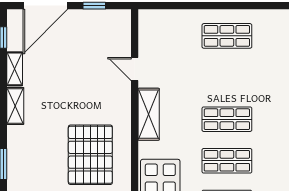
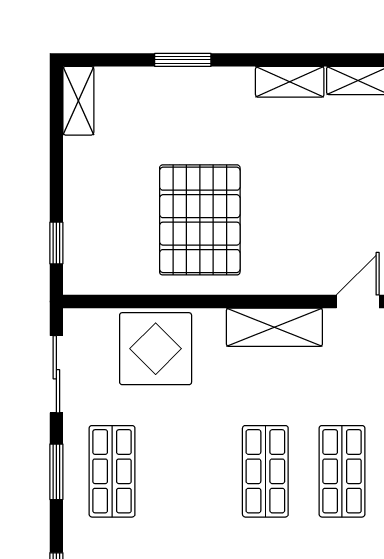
pallet: (90, 155) -> (200, 220), turned 90
shop shelf: (227, 161) -> (342, 471), moved

